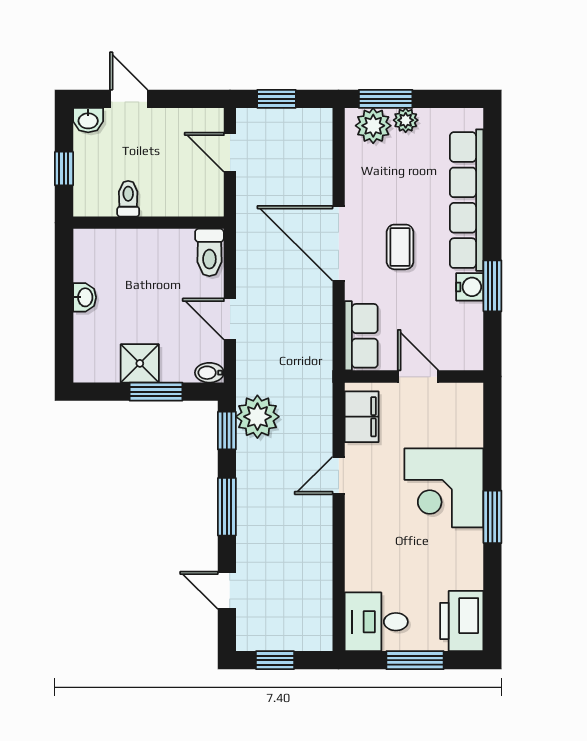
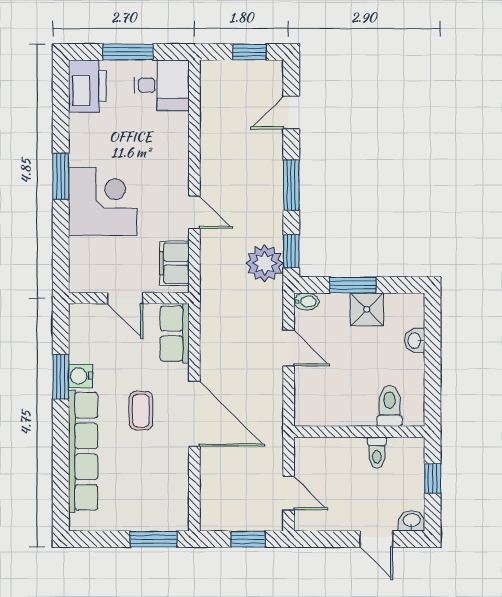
plant: (406, 120) -> (136, 521), removed
plant: (373, 126) -> (164, 516), removed
toilet: (209, 252) -> (390, 406), moved
washbasin: (85, 297) -> (415, 341), moved
door: (339, 475) -> (194, 212), hinge flipped
door: (227, 590) -> (291, 113), swing flipped

